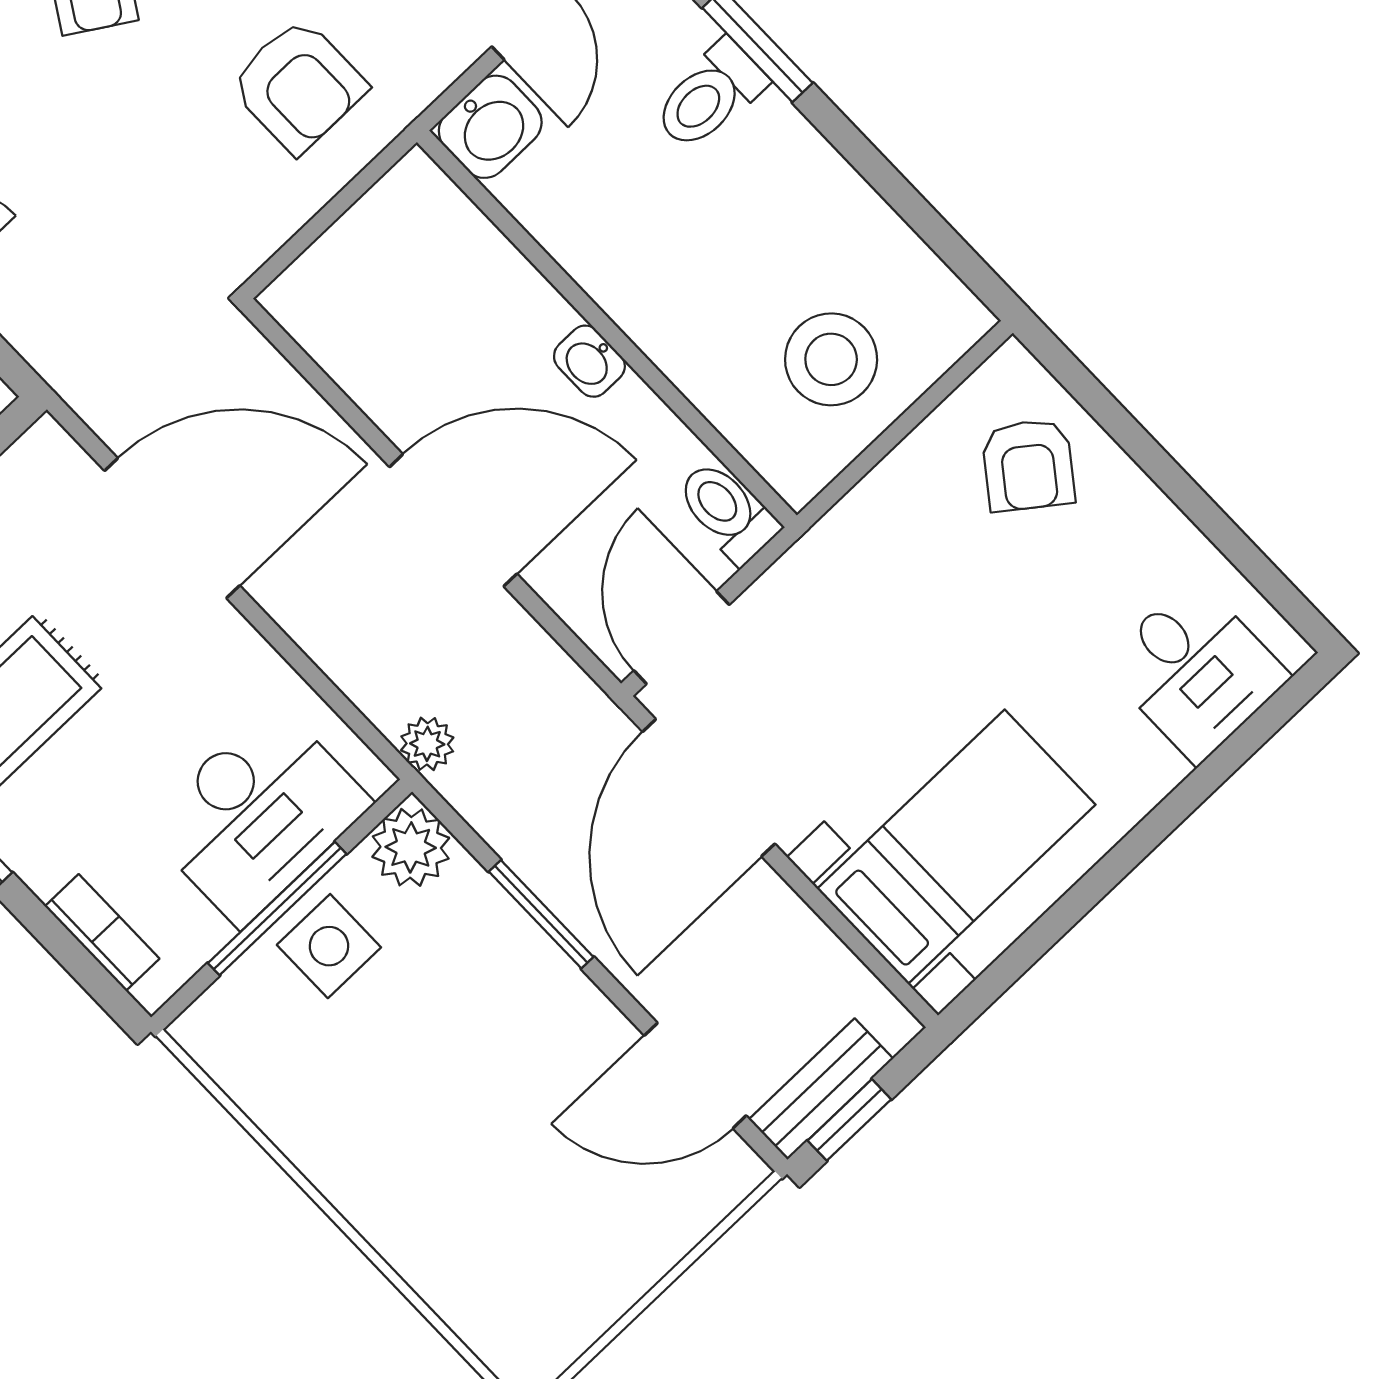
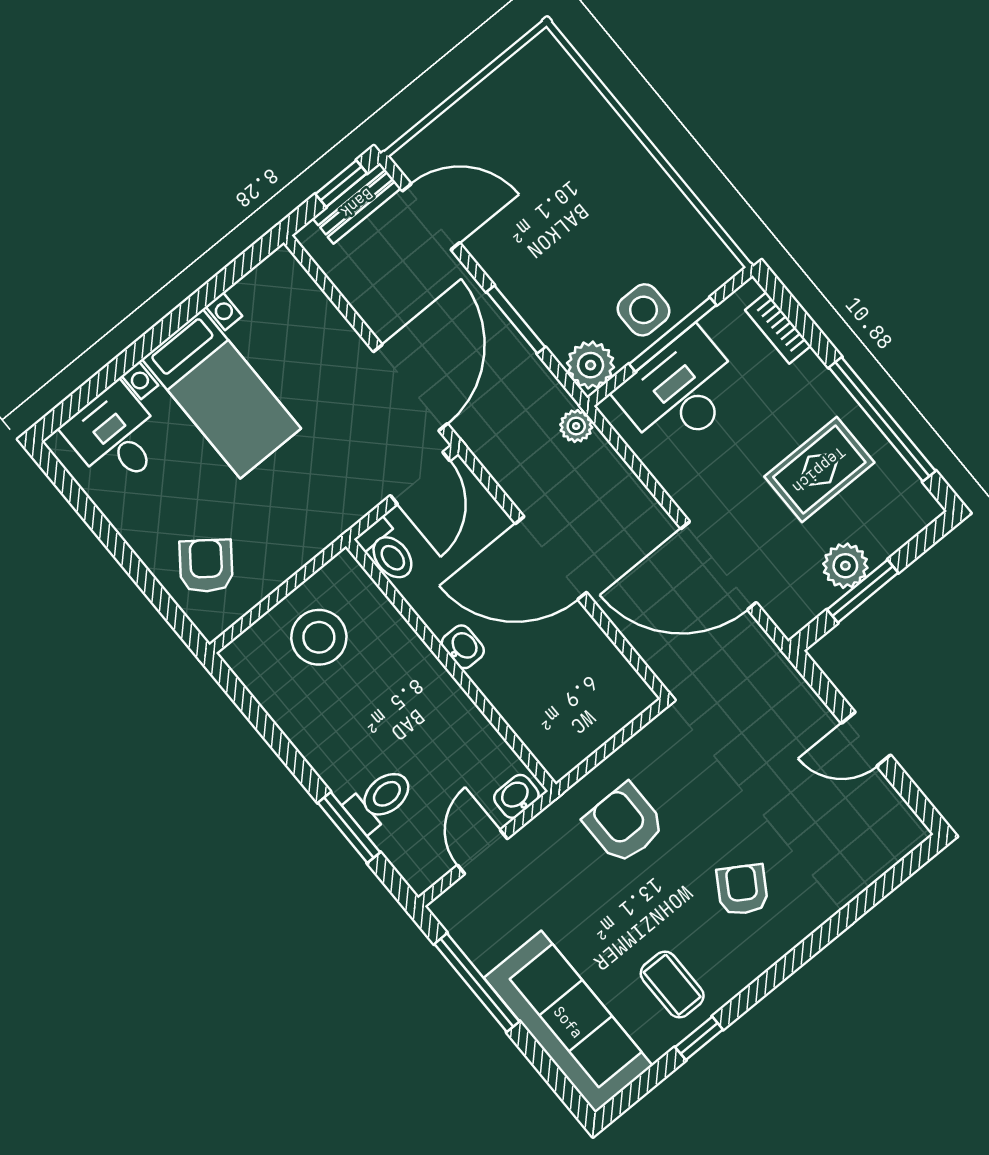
washbasin: (490, 127) -> (516, 796), width x0.72, depth x0.69
bed with nightstands: (956, 847) -> (221, 394), moved, turned -90

